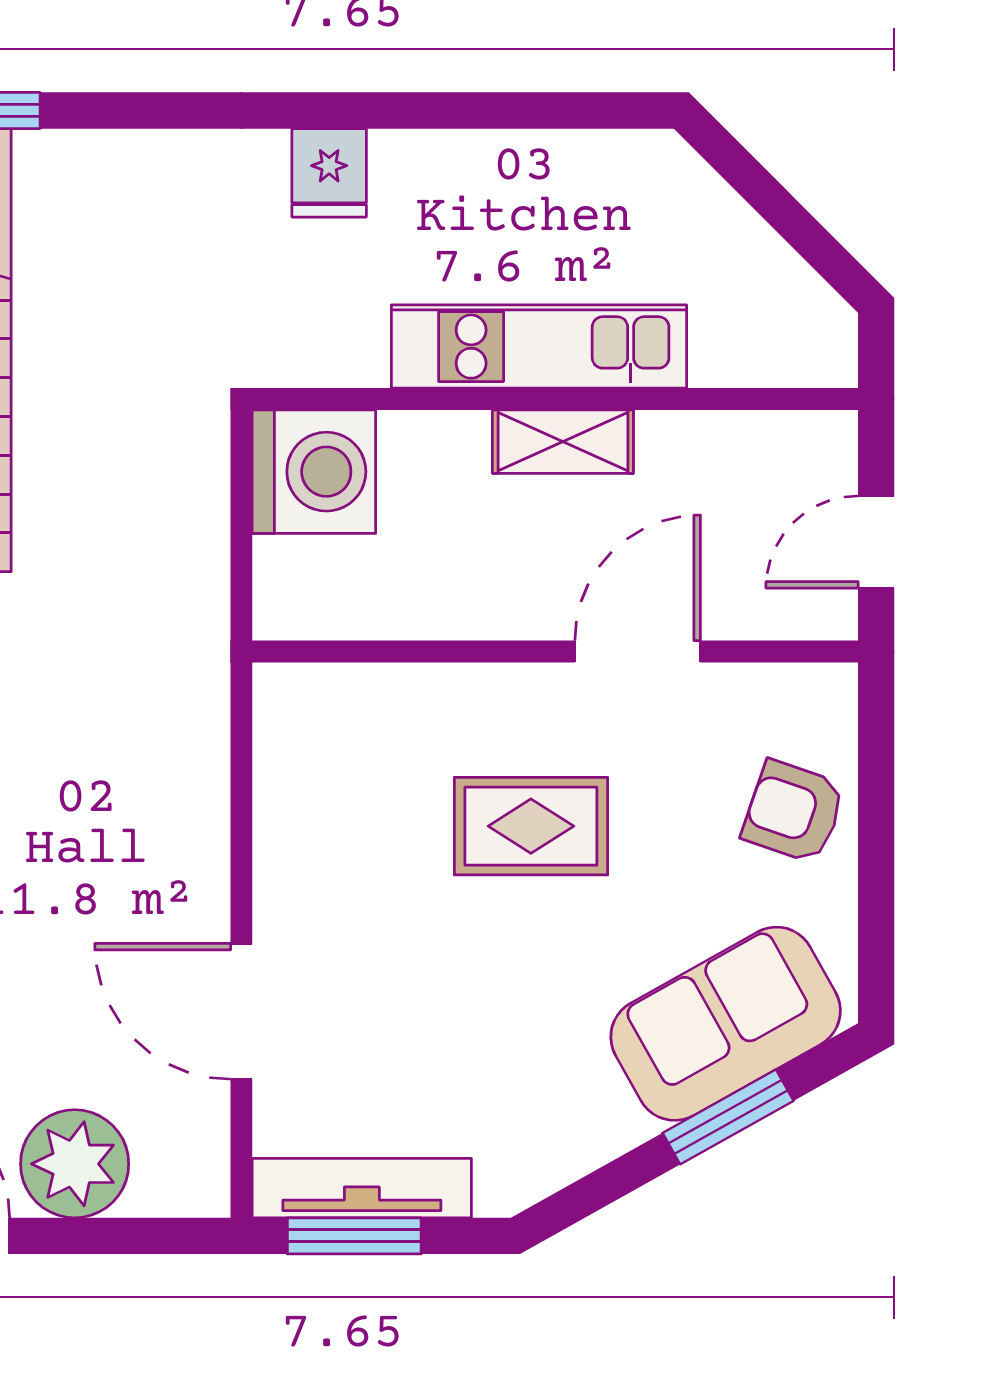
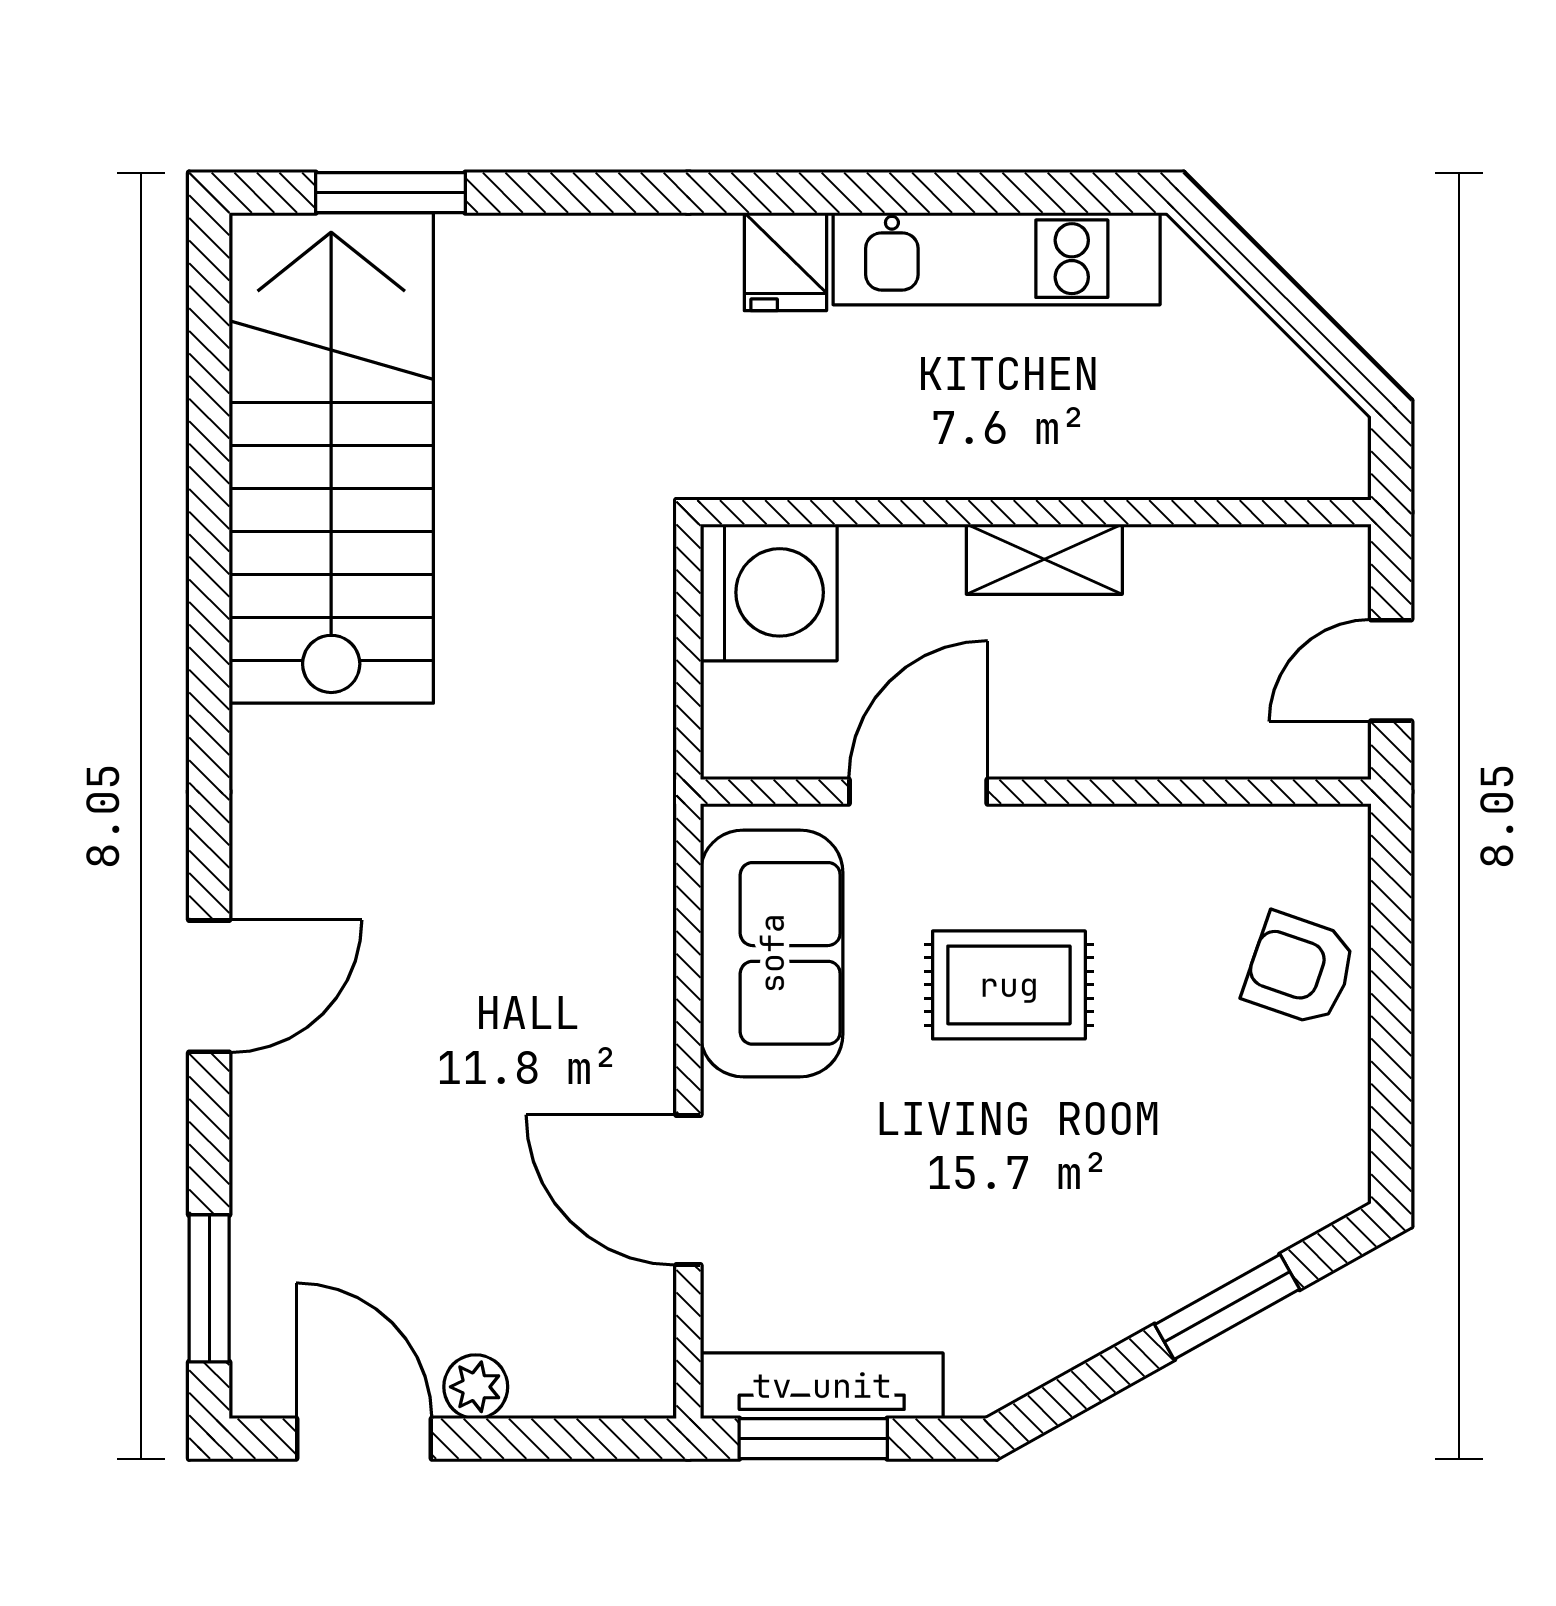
kitchen unit: (539, 347) -> (997, 259), moved, turned 180
door: (638, 652) -> (918, 792), moved
sofa: (726, 1024) -> (772, 953), moved, turned 119
plant: (75, 1164) -> (476, 1387), width x0.53, depth x0.53

